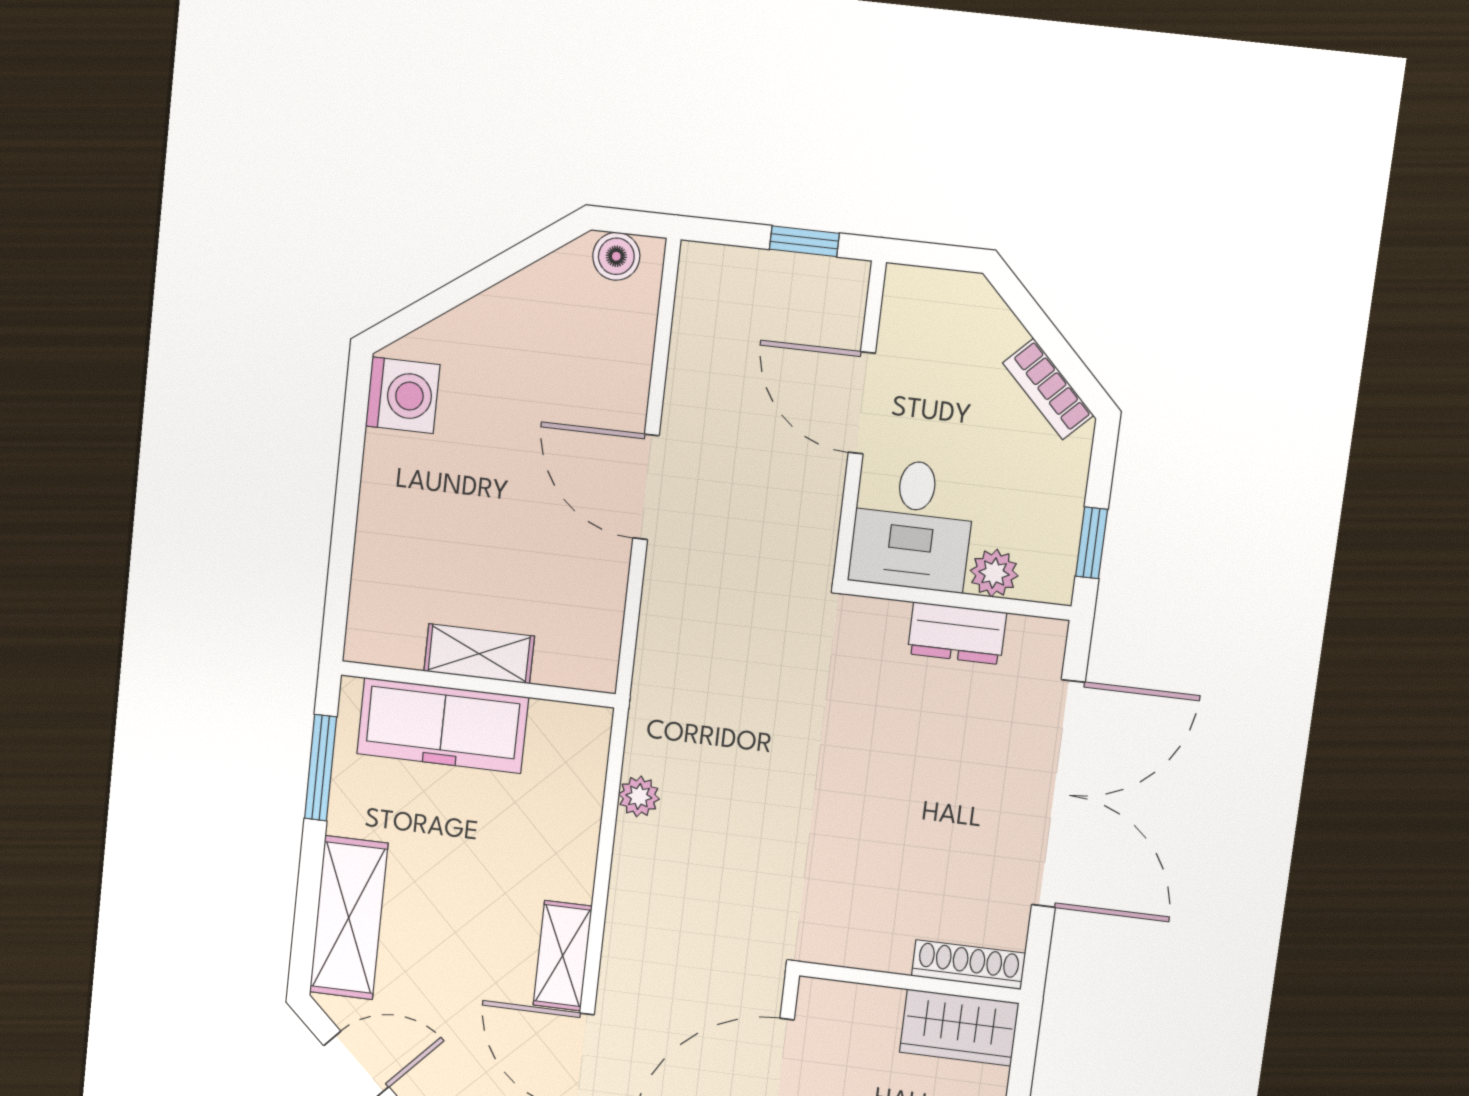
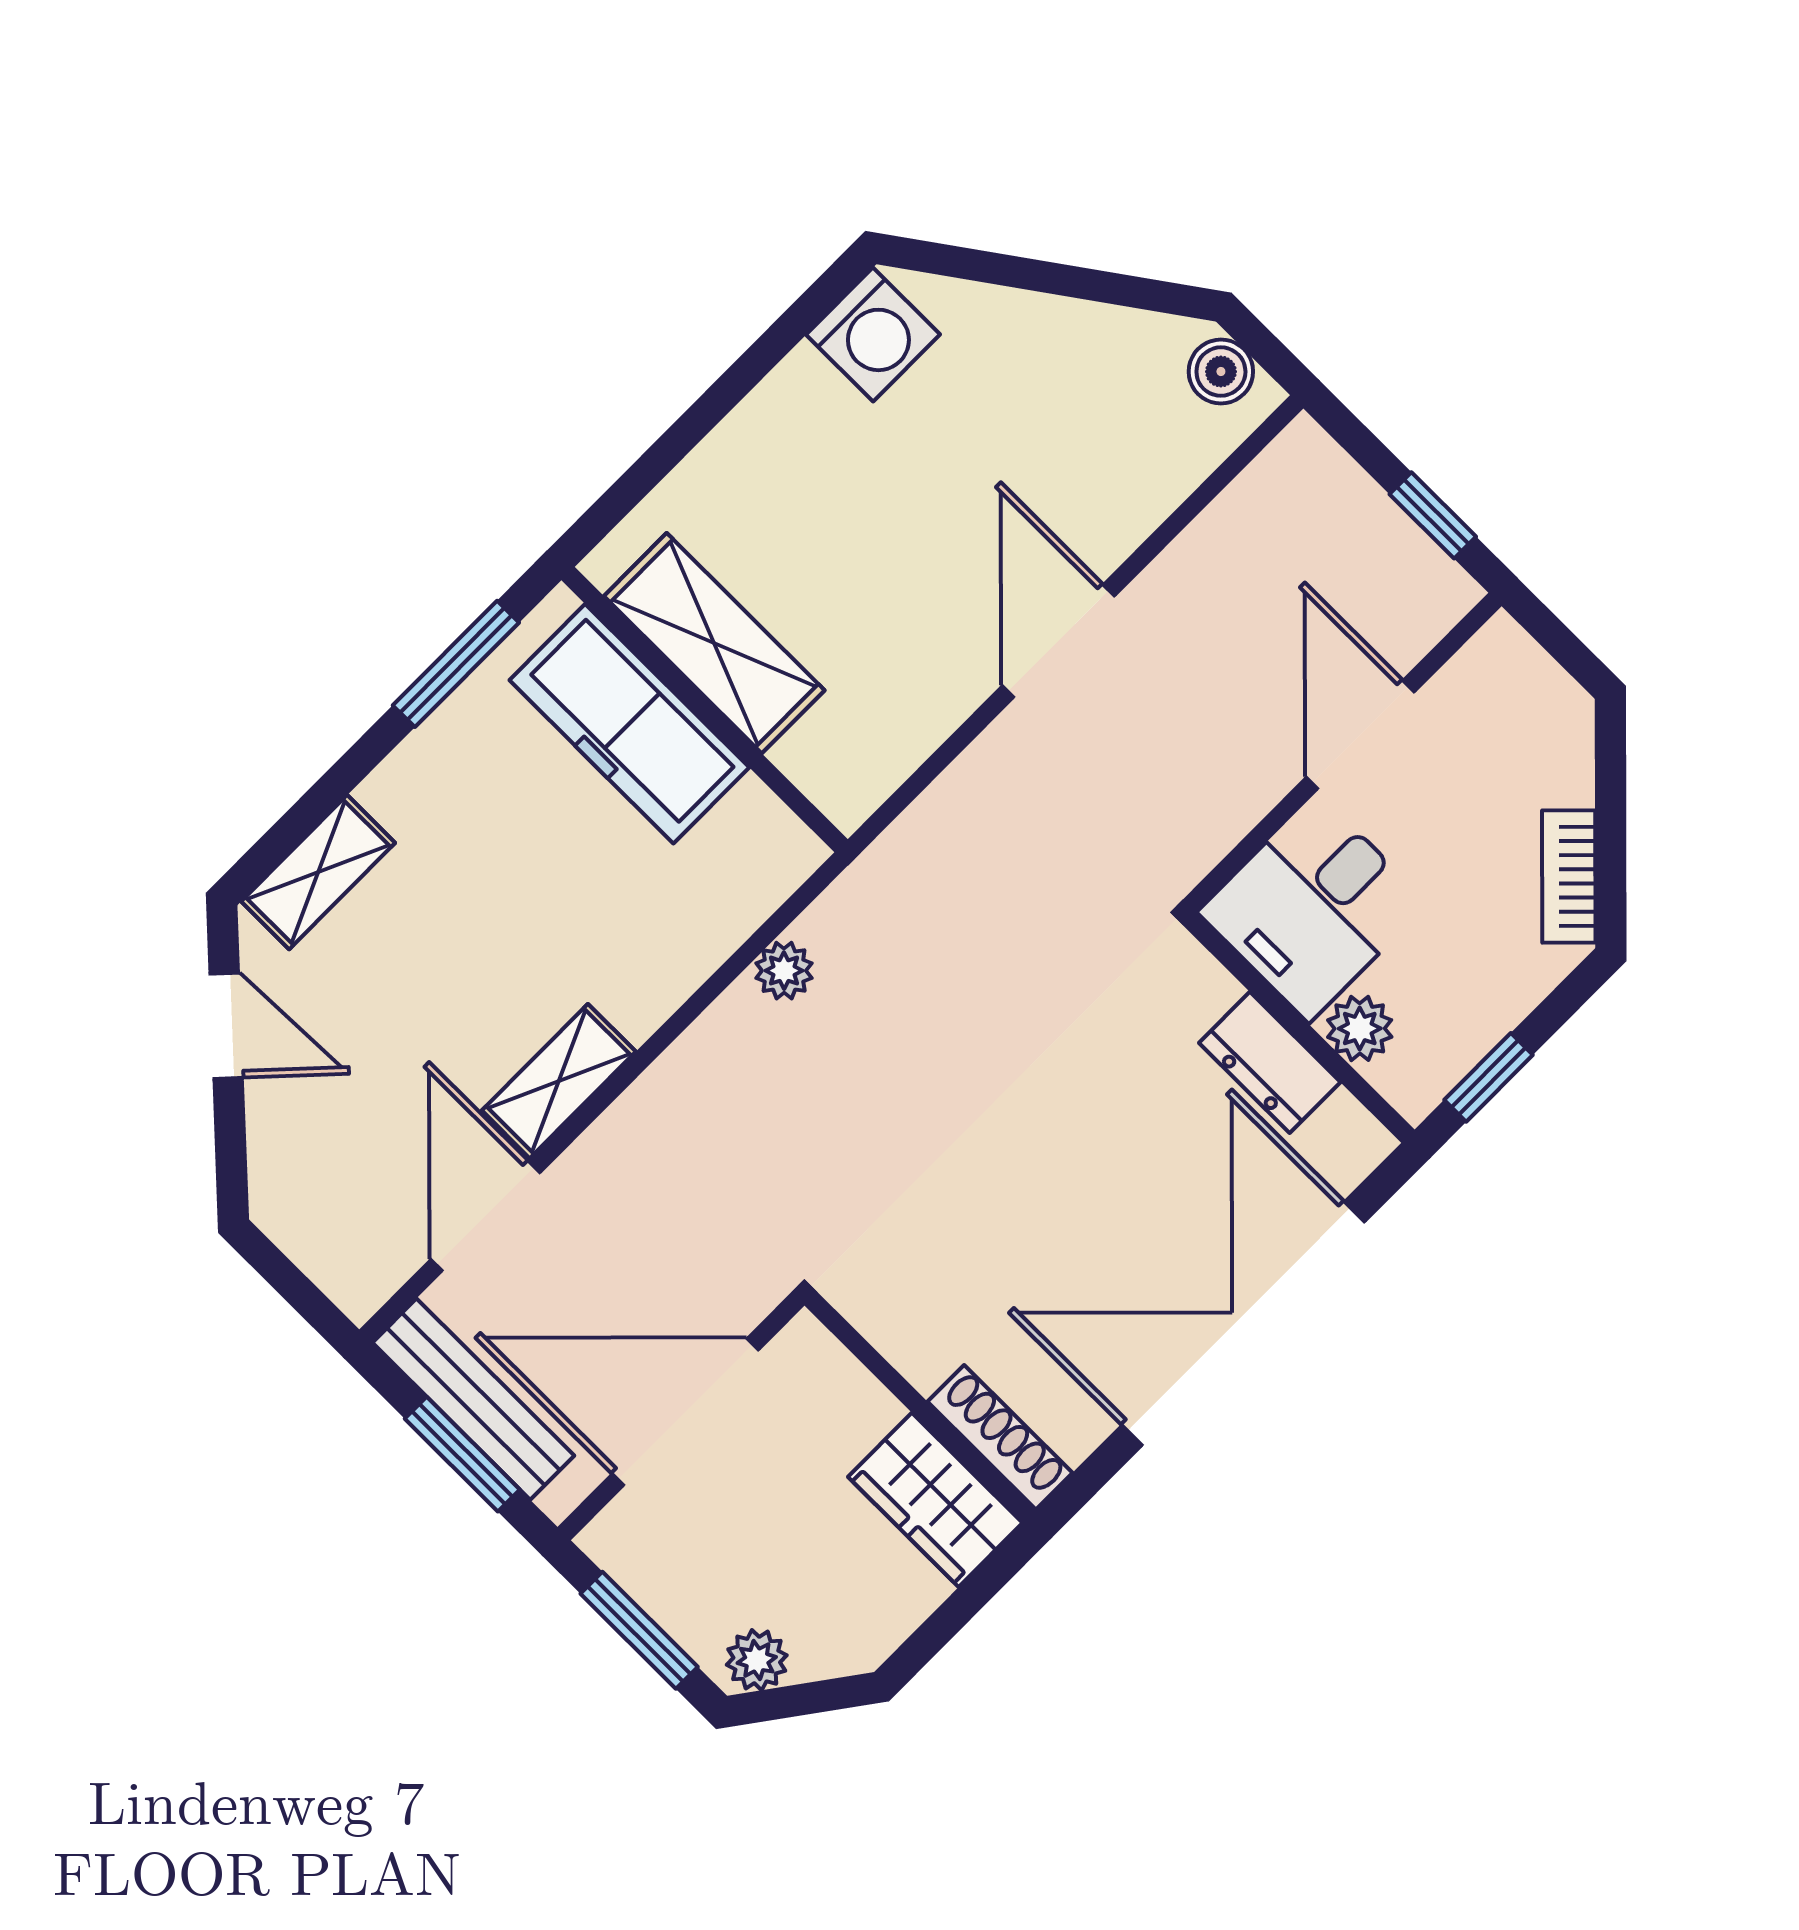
shelving: (479, 654) -> (714, 643), width x1.50, depth x1.33
double door: (1058, 794) -> (1243, 1324), swing flipped
shelving: (349, 918) -> (318, 872), width x0.67, depth x0.75

